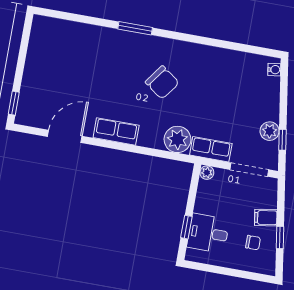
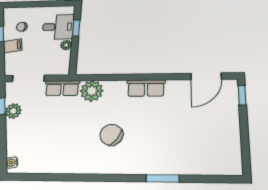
window: (135, 28) -> (163, 178), moved
door: (65, 136) -> (206, 76), moved
plant: (207, 173) -> (66, 45), moved

